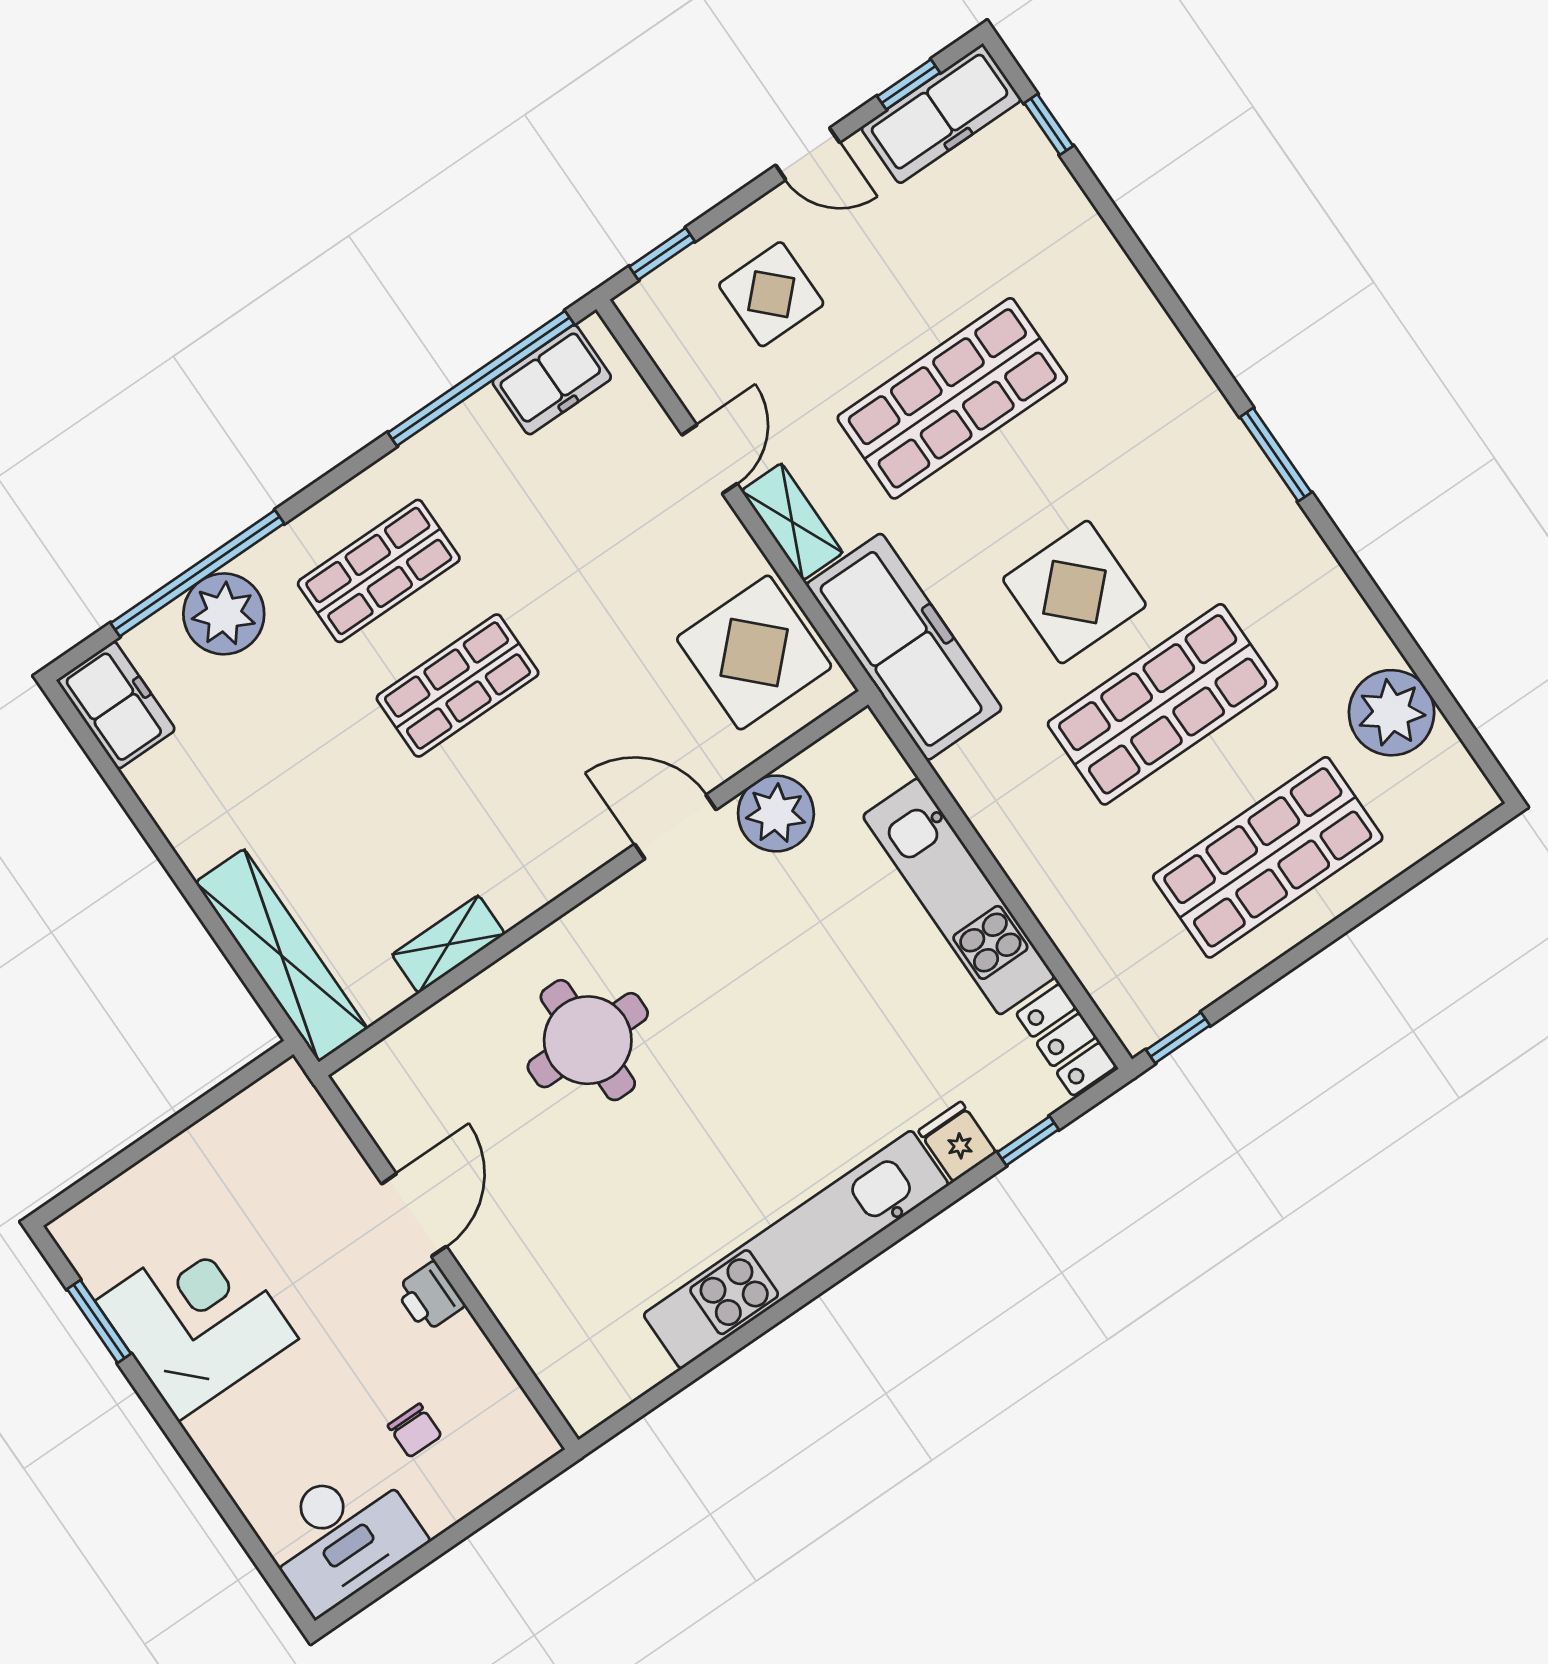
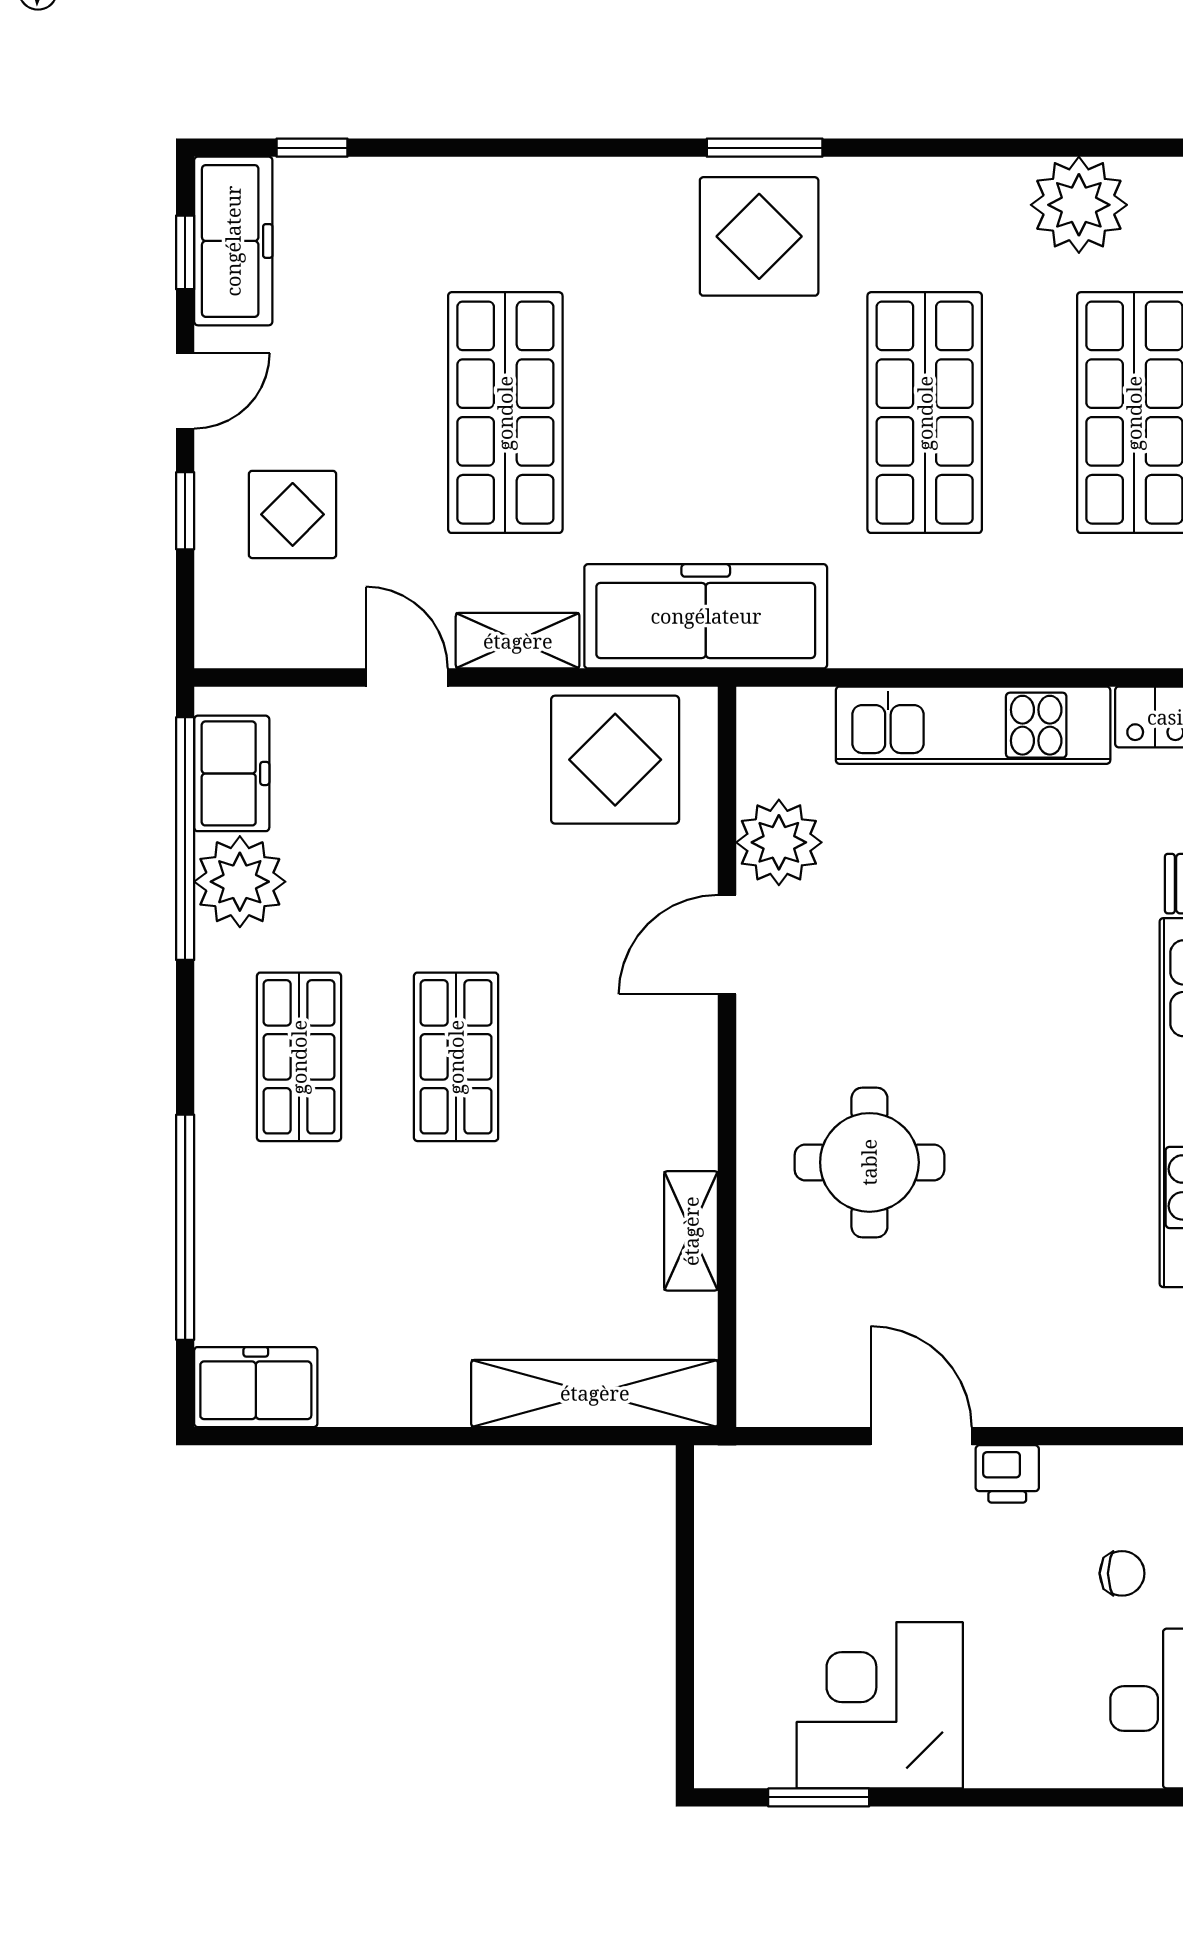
window: (662, 254) -> (185, 511), moved
display table: (1074, 592) -> (759, 236), moved
plant: (224, 614) -> (240, 882), moved

